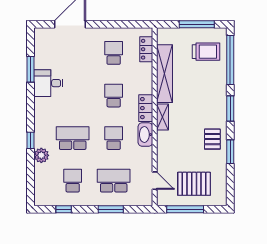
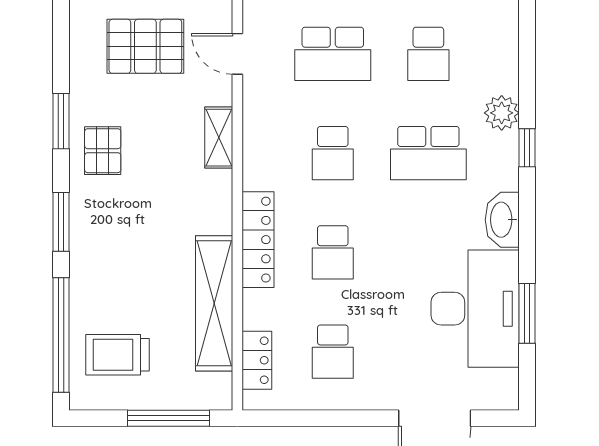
window: (197, 24) -> (168, 418), moved
desk: (48, 83) -> (475, 309), width x1.87, depth x1.30
locker: (146, 108) -> (258, 240), width x1.53
shelving: (163, 117) -> (219, 138), moved
washbasin: (145, 135) -> (502, 220), moved, turned 180

